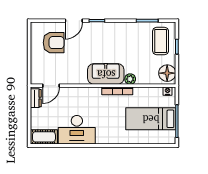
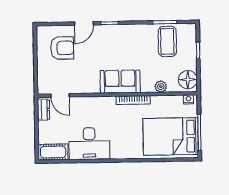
coffee table: (161, 41) -> (167, 41), moved
plant: (130, 79) -> (161, 87), moved
door: (51, 86) -> (60, 95), hinge flipped
bed: (151, 119) -> (171, 136), width x1.50

